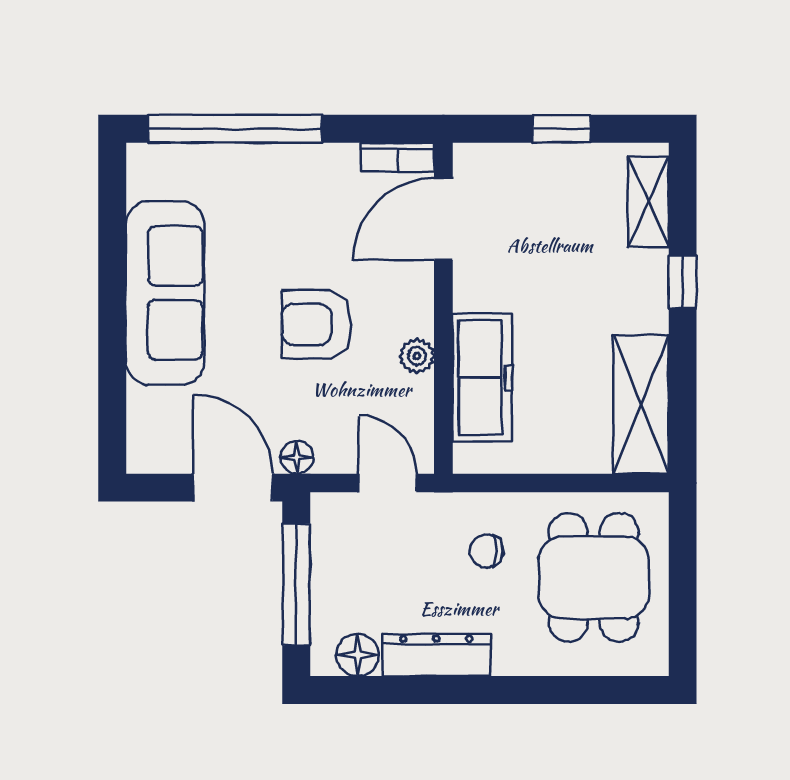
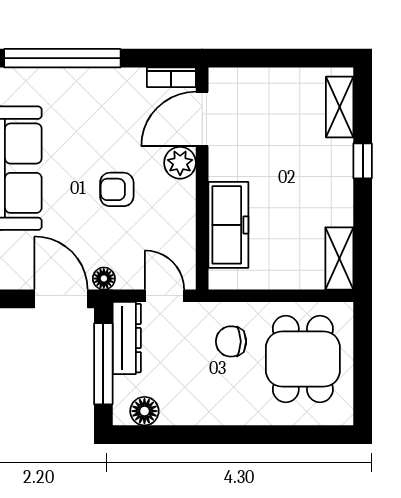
window: (562, 129) -> (282, 58), removed
armchair: (316, 324) -> (117, 189), width x0.72, depth x0.72
plant: (417, 356) -> (180, 163), moved, width x1.38, depth x1.38
shelving: (641, 404) -> (339, 258), width x0.67, depth x0.75
chair: (487, 551) -> (231, 341), width x1.37, depth x1.37
dresser: (436, 655) -> (127, 338), moved, turned 90

